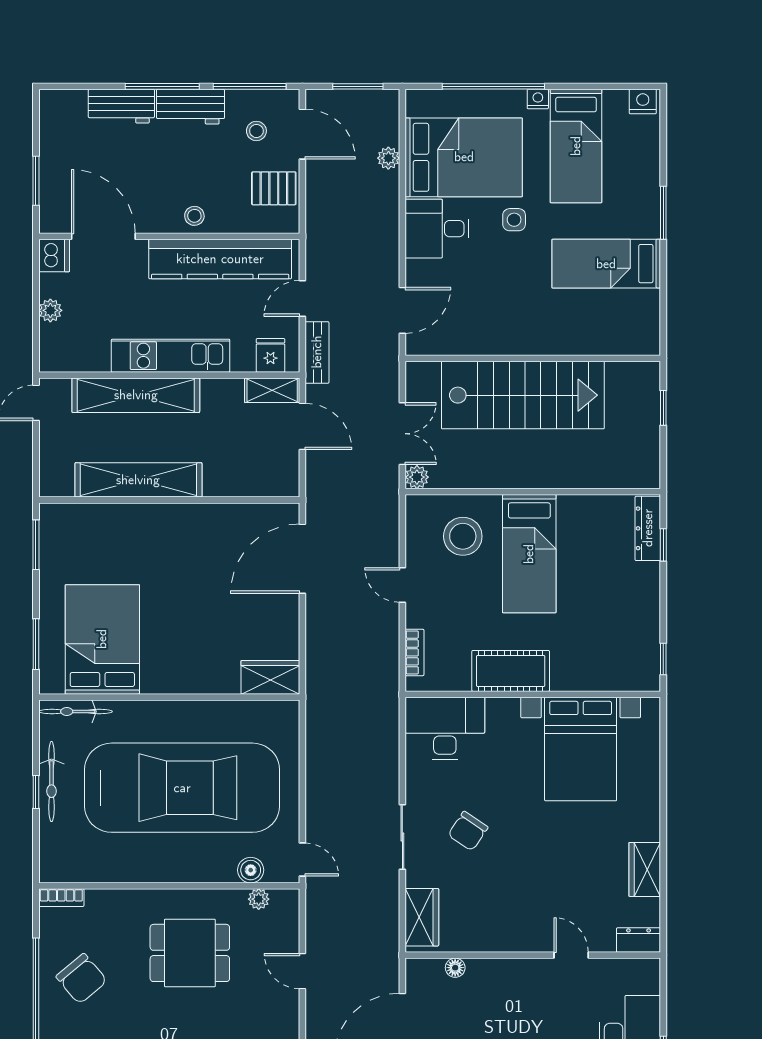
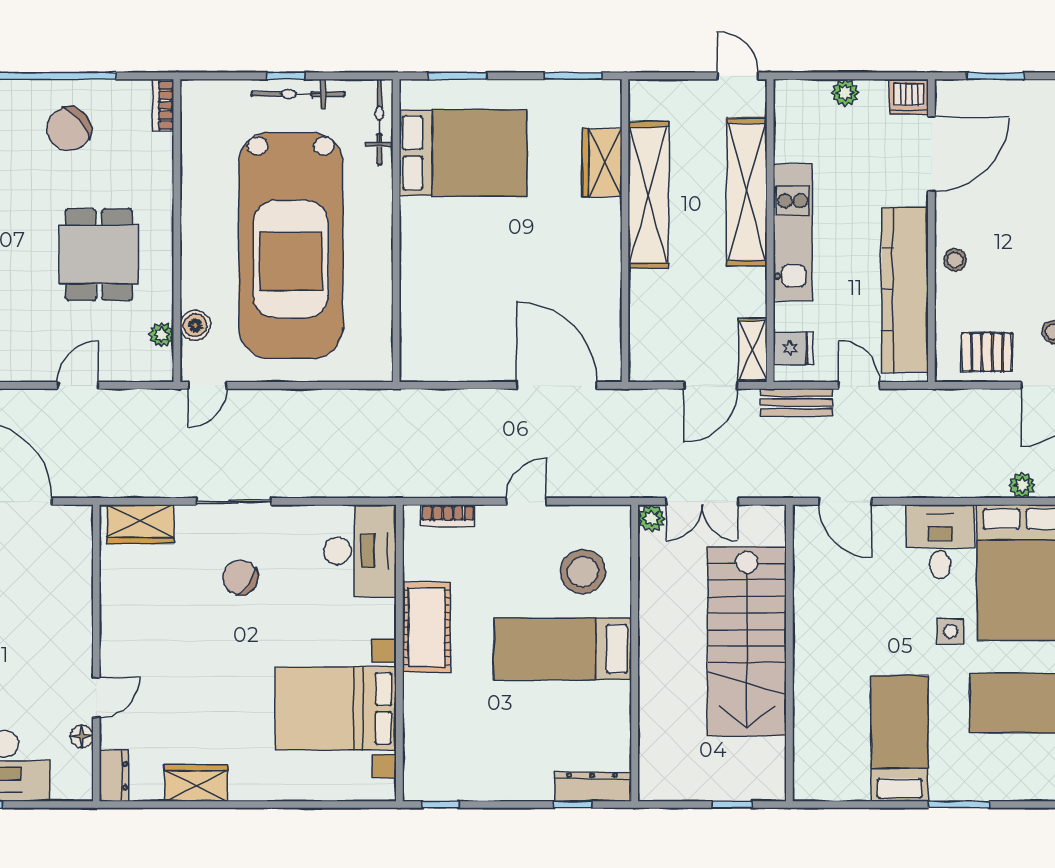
pallet: (274, 188) -> (987, 352), turned 90
wardrobe: (270, 677) -> (602, 163), moved, turned 180
floor lamp: (455, 968) -> (82, 736), moved

